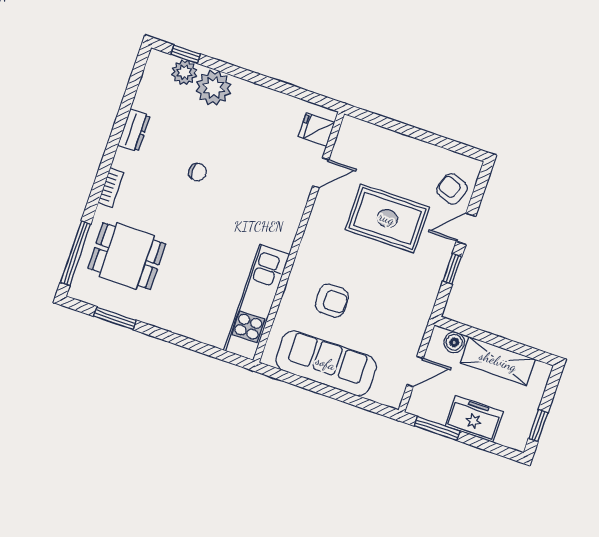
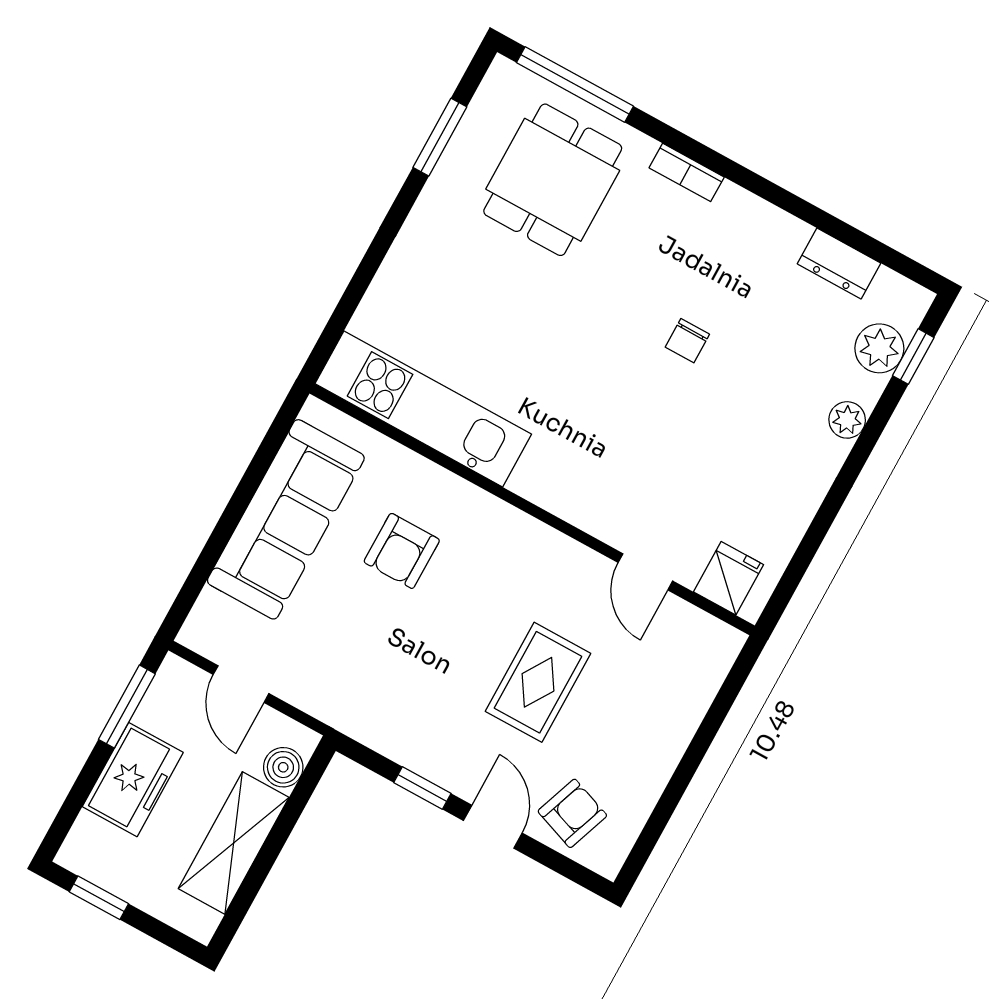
plant: (214, 88) -> (847, 420), width x0.53, depth x0.53
dresser: (134, 130) -> (839, 263), moved
rug: (387, 218) -> (538, 682), width x0.73, depth x0.70

